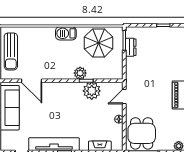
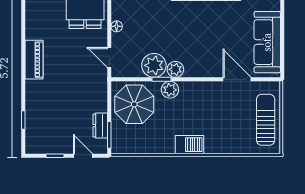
door: (143, 25) -> (83, 156), added
parasol: (98, 43) -> (134, 104), moved
plant: (76, 88) -> (175, 69), added
door: (124, 96) -> (109, 58), swing flipped

